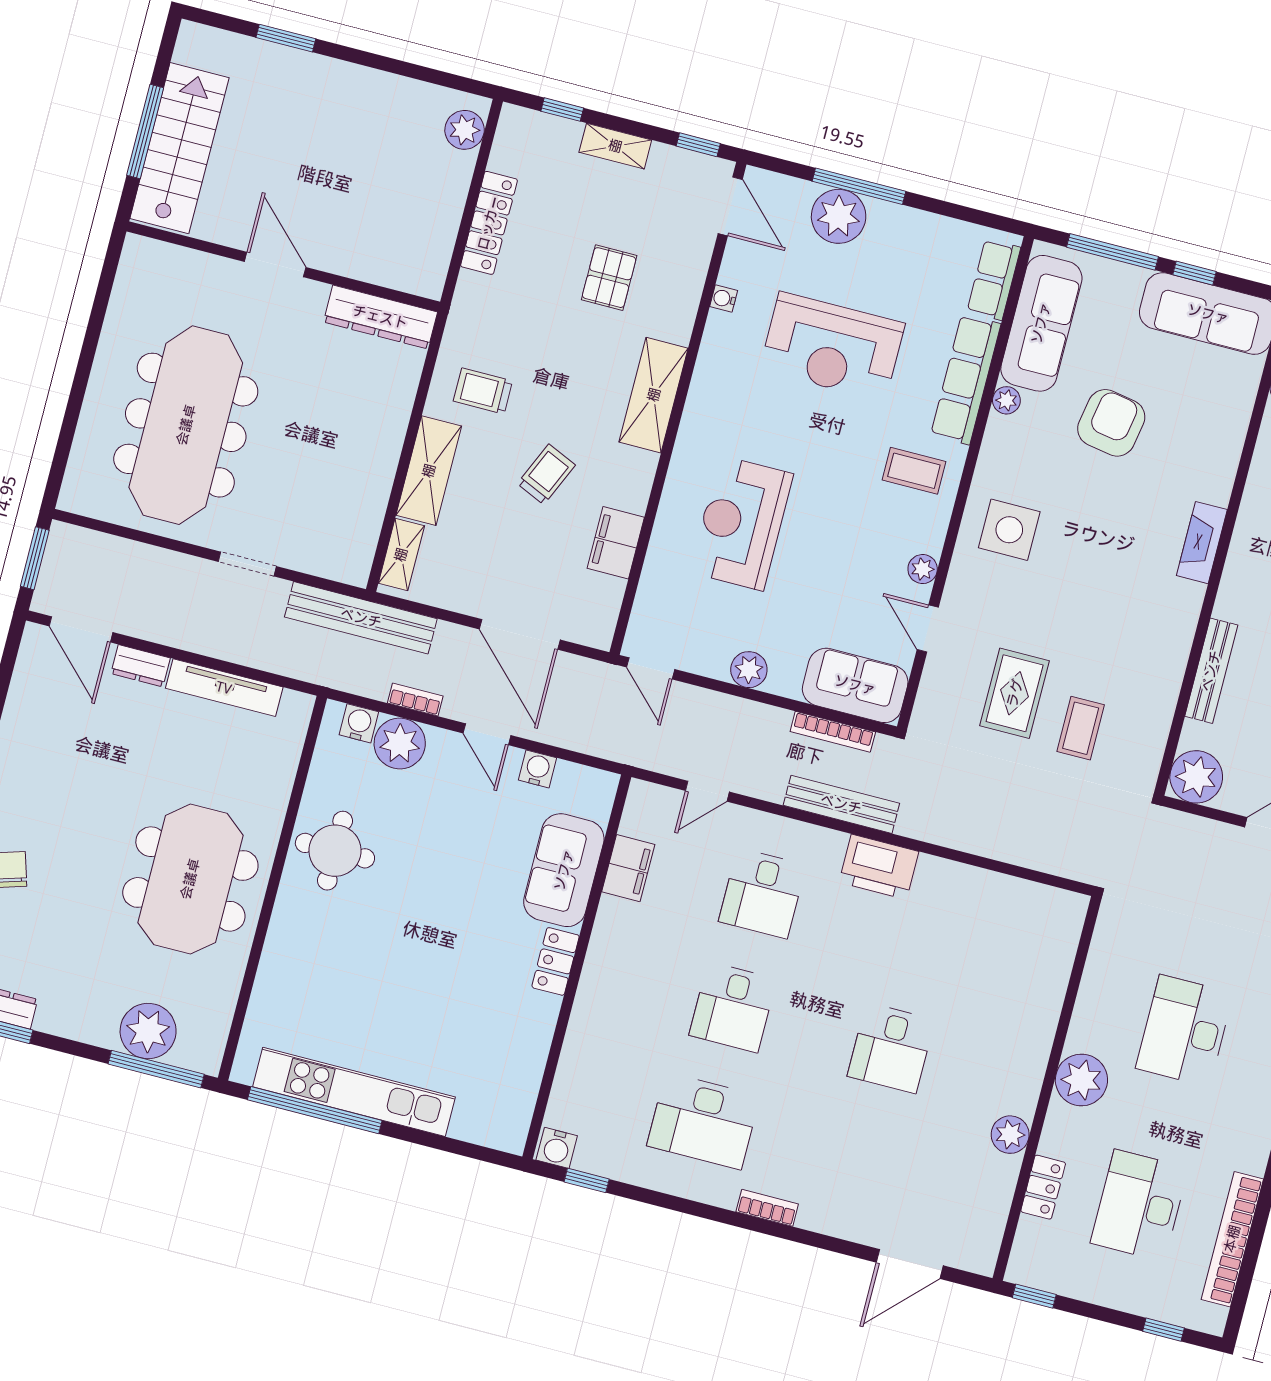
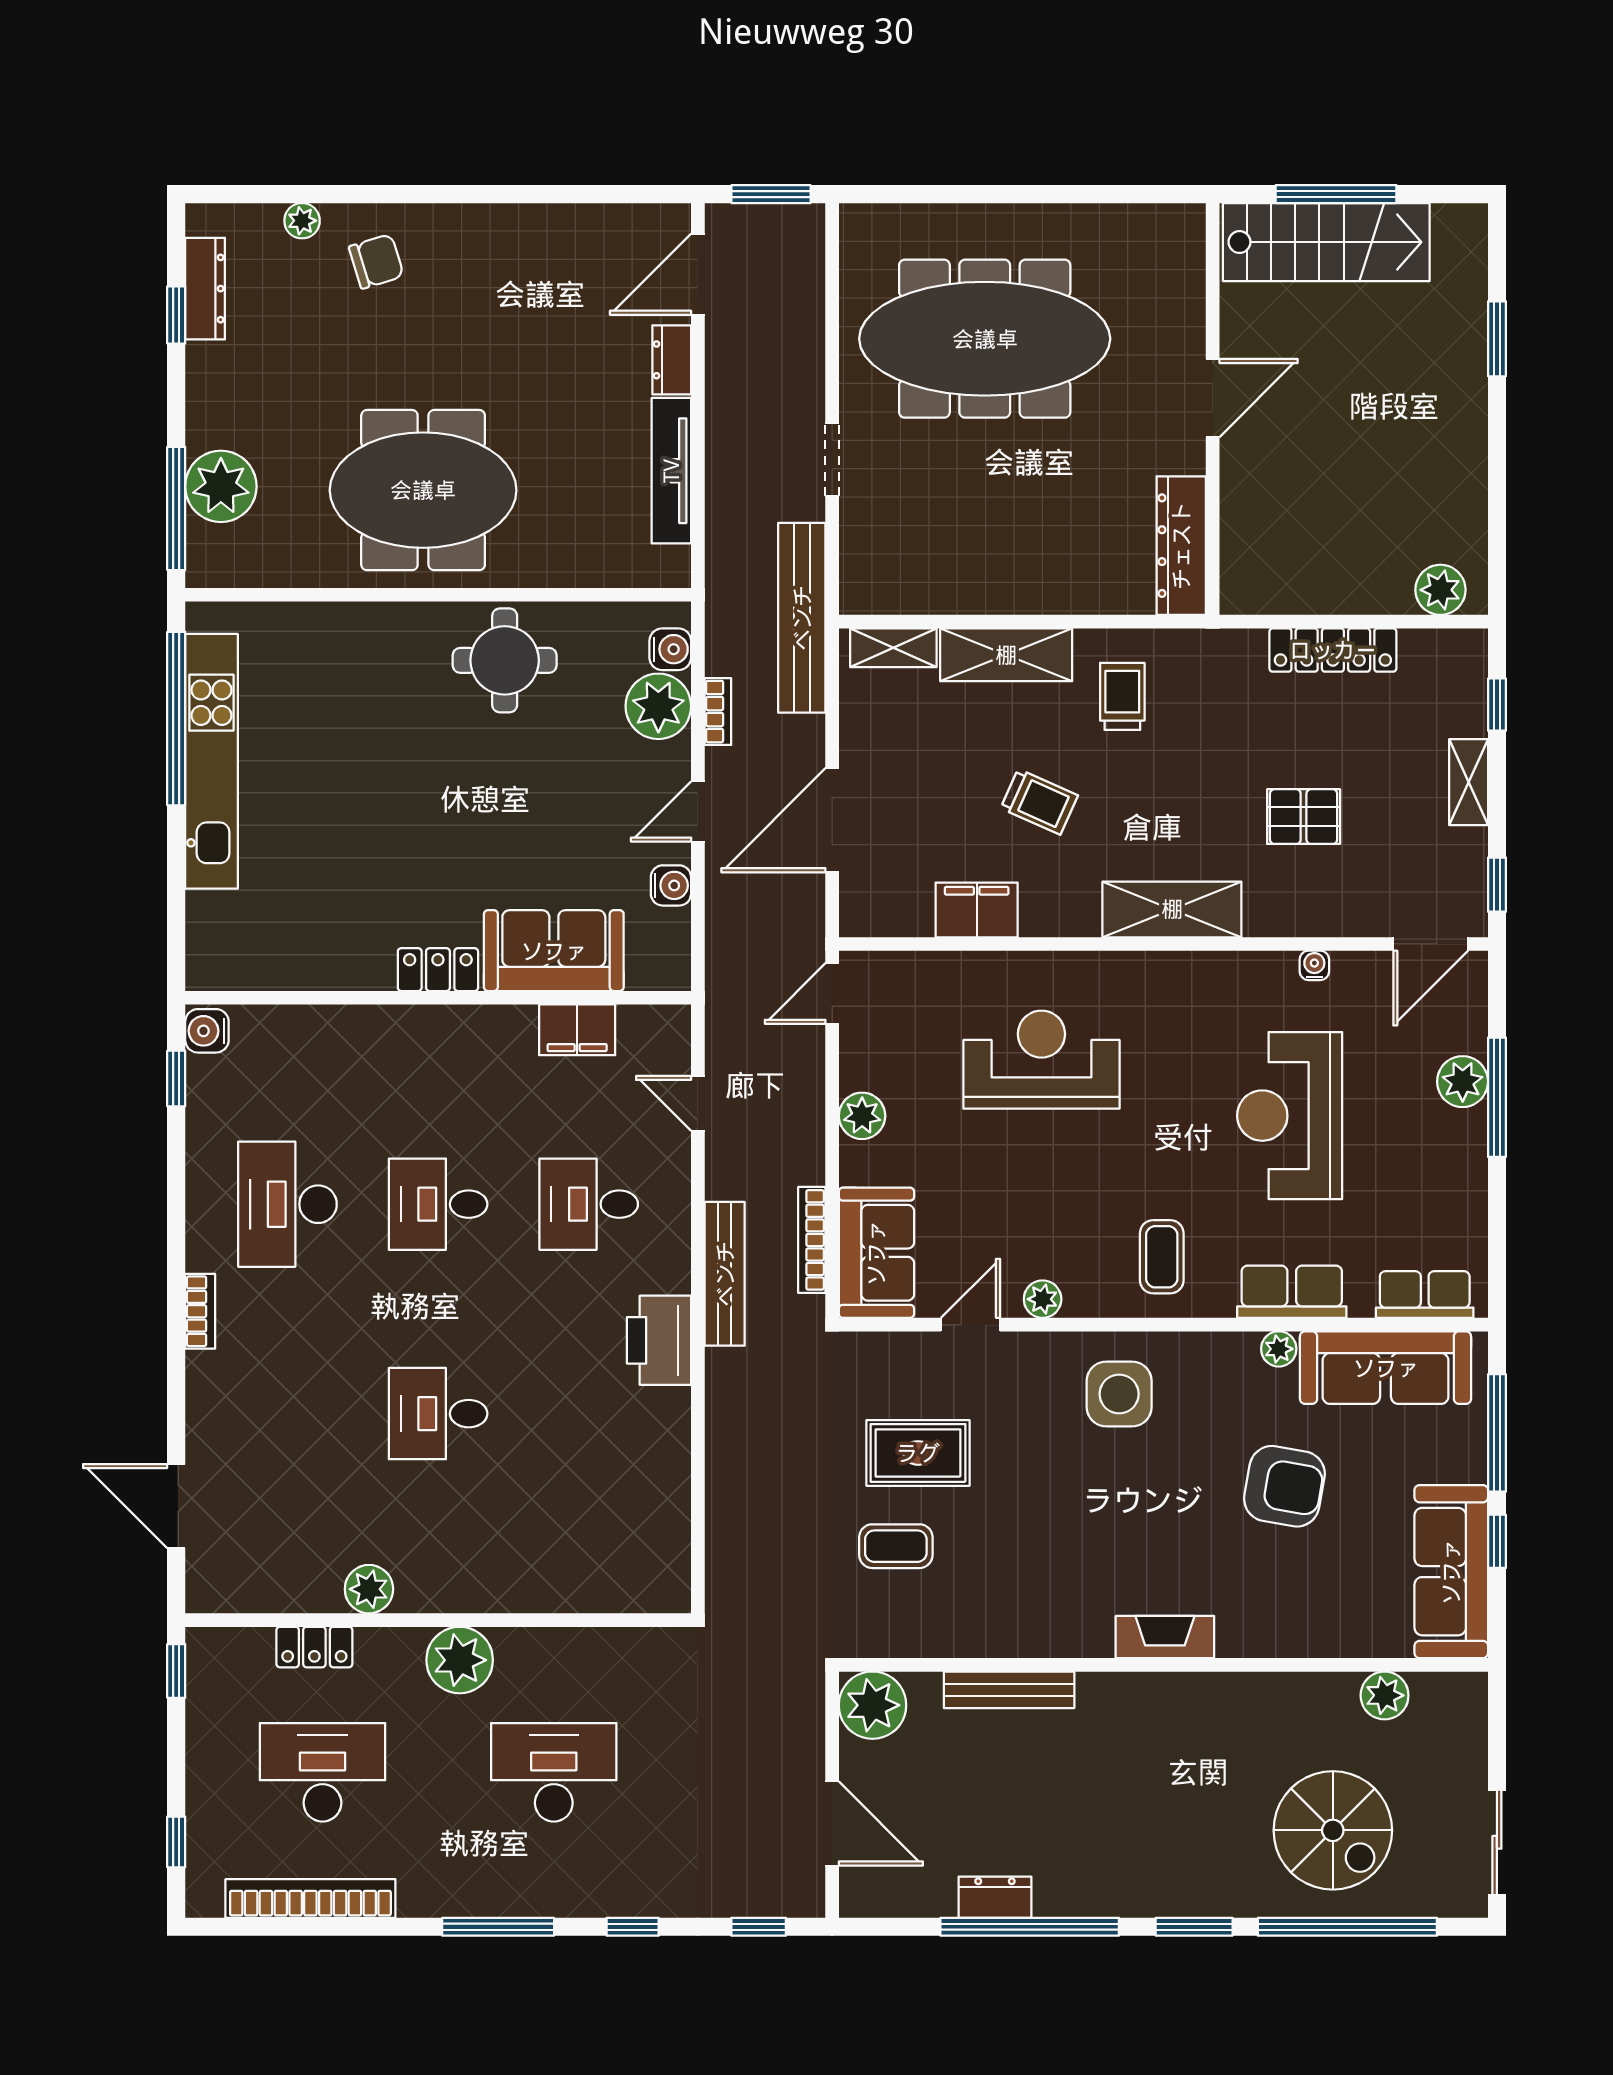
plant: (839, 216) -> (1463, 1082), width x0.73, depth x0.73
row of seats: (966, 379) -> (1292, 1292), width x0.68

